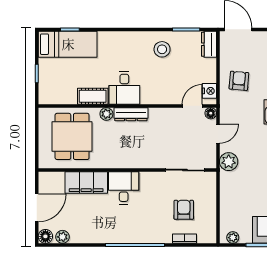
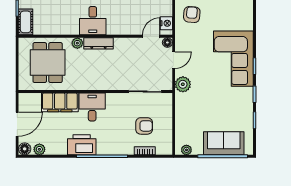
cot: (93, 96) -> (26, 22), moved, turned 90
armchair: (184, 210) -> (144, 126), turned 90
printer: (111, 232) -> (82, 145), added

